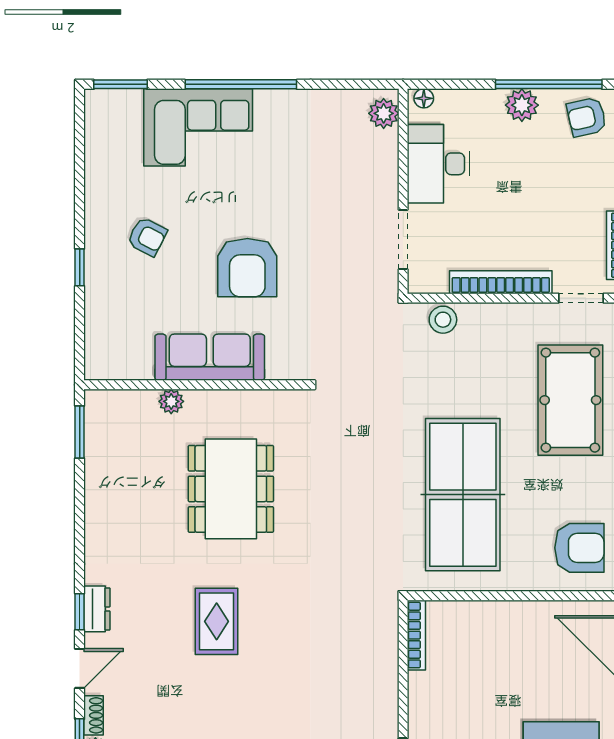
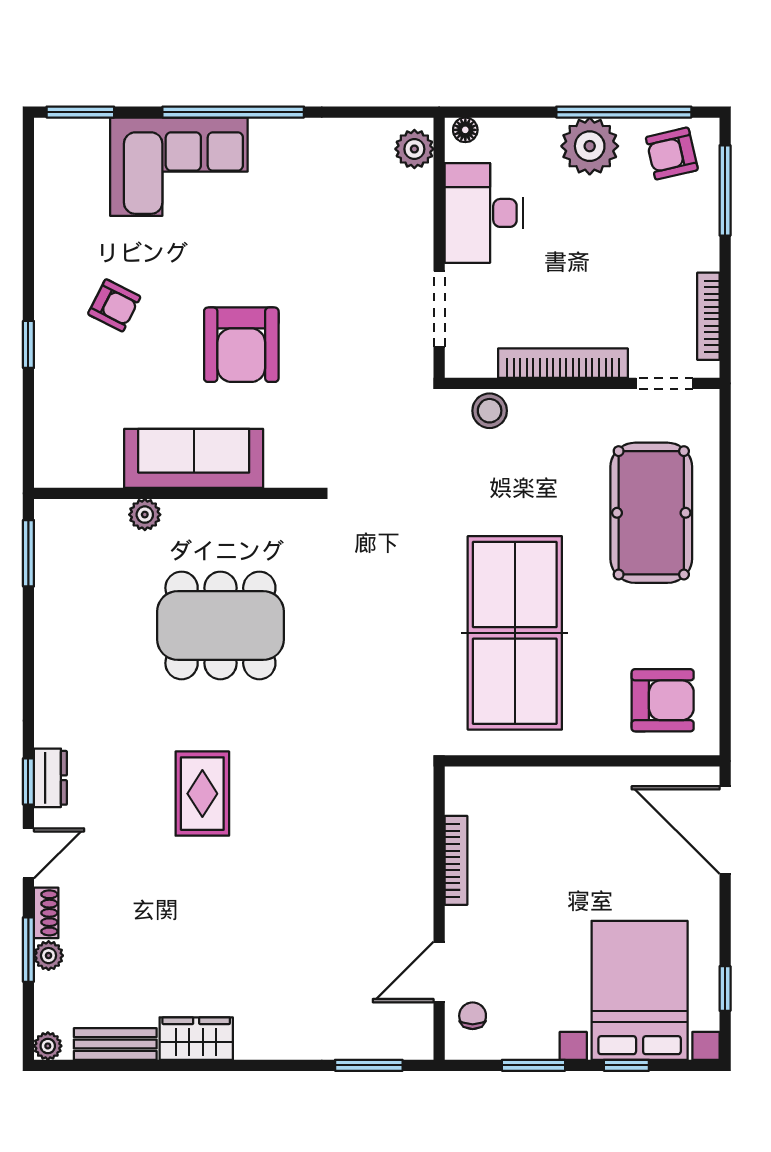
plant: (522, 105) -> (590, 146), width x1.36, depth x1.36
dining table: (231, 489) -> (220, 625), turned 90
bookcase: (416, 635) -> (456, 860), moved

